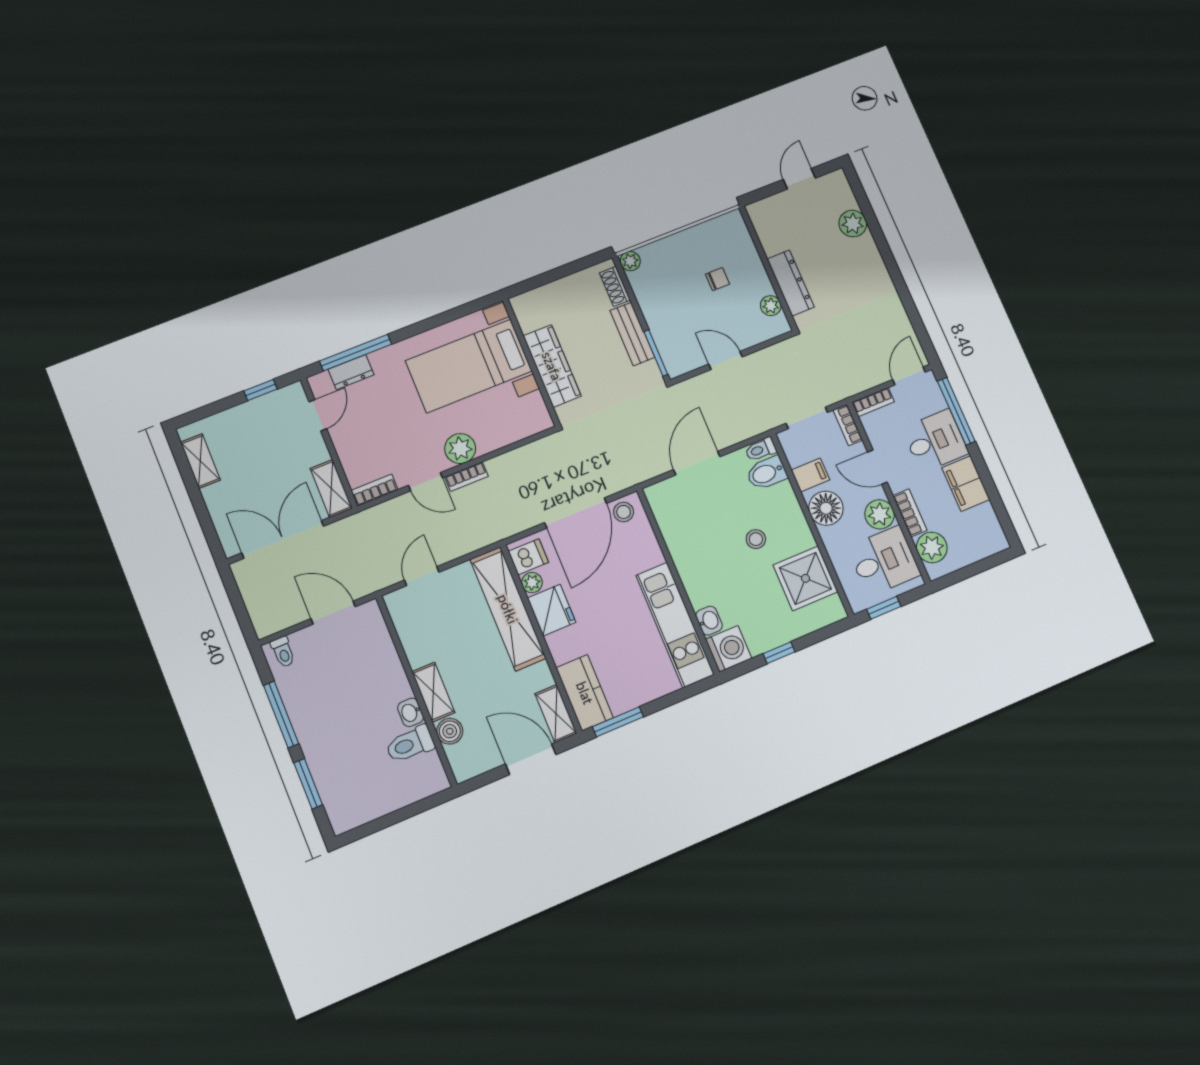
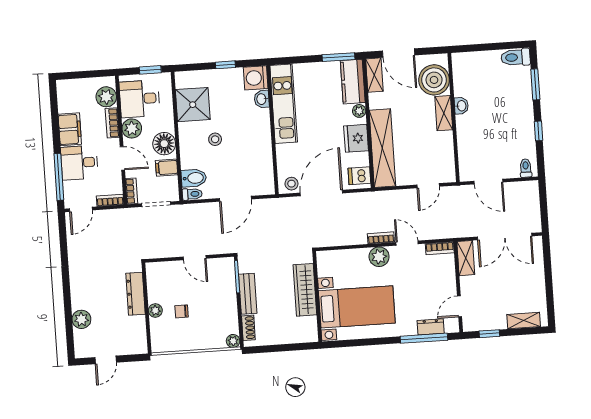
plant: (771, 306) -> (155, 310), moved
shelving: (200, 461) -> (524, 321), moved, turned 90
plant: (532, 583) -> (359, 111), moved
window: (281, 715) -> (538, 131), width x0.46
boiler: (450, 731) -> (434, 80), width x1.86, depth x1.86
toilet: (410, 744) -> (516, 57), moved, turned 180

